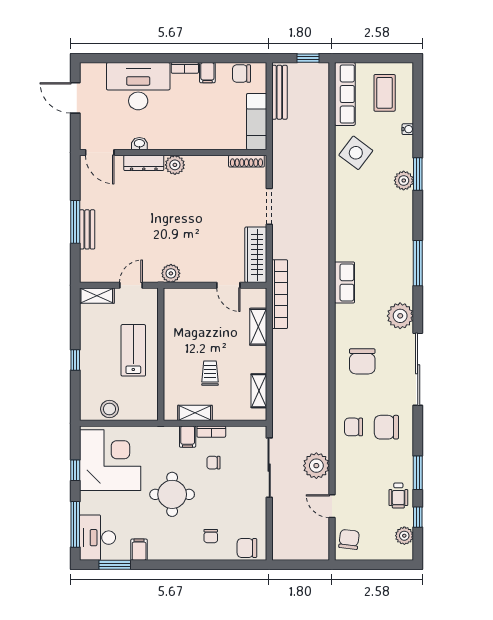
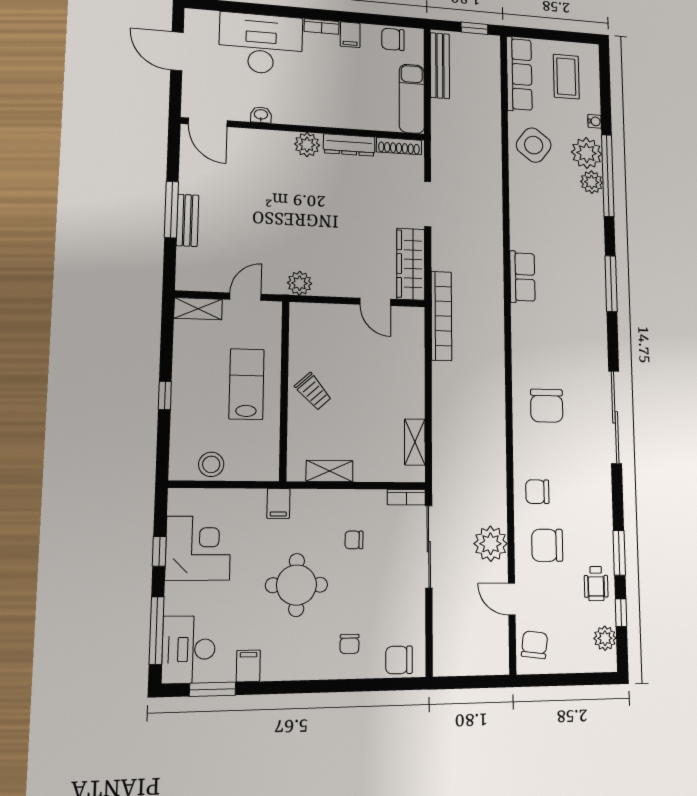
dresser: (144, 163) -> (349, 145), moved
window: (418, 174) -> (608, 175), width x2.11
row of seats: (345, 282) -> (522, 277), moved
plant: (400, 316) -> (587, 153), moved
shelving: (258, 327) -> (414, 357), removed
trolley: (210, 373) -> (313, 391), moved, turned 138
chair: (386, 427) -> (547, 545), moved
bookcase: (211, 432) -> (406, 497), moved
filing cabinet: (188, 437) -> (278, 503), moved
corner desk: (110, 460) -> (198, 548), width x0.74, depth x0.74

